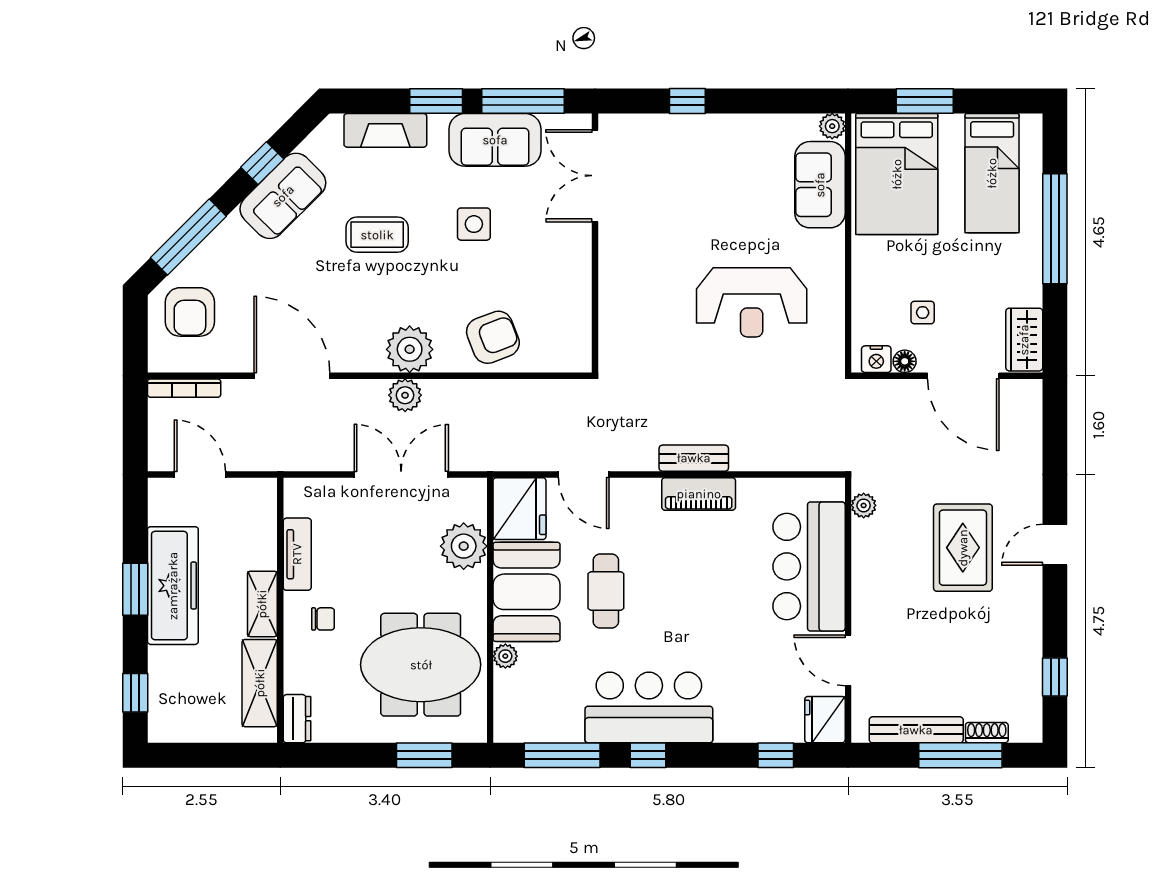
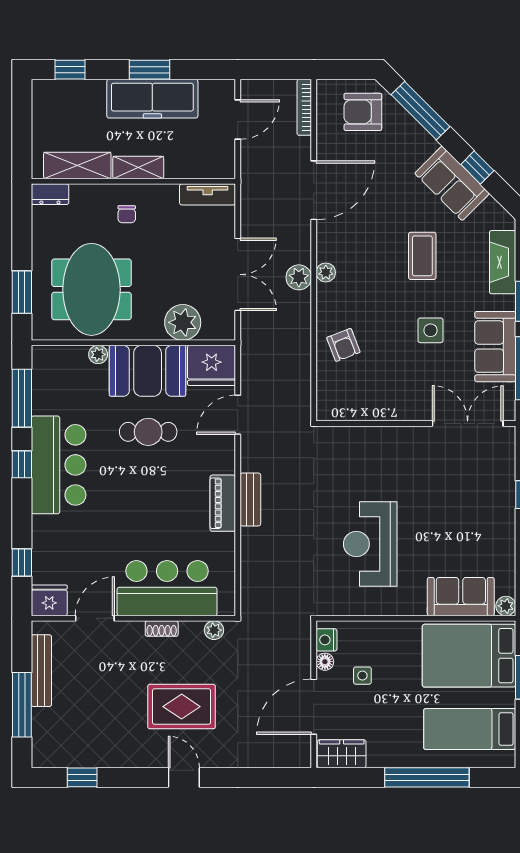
armchair: (493, 337) -> (343, 345), width x0.72, depth x0.72
plant: (410, 349) -> (326, 272), width x0.53, depth x0.53
tv unit: (297, 554) -> (208, 194), moved
shoe rack: (987, 733) -> (162, 629), moved, turned 90

